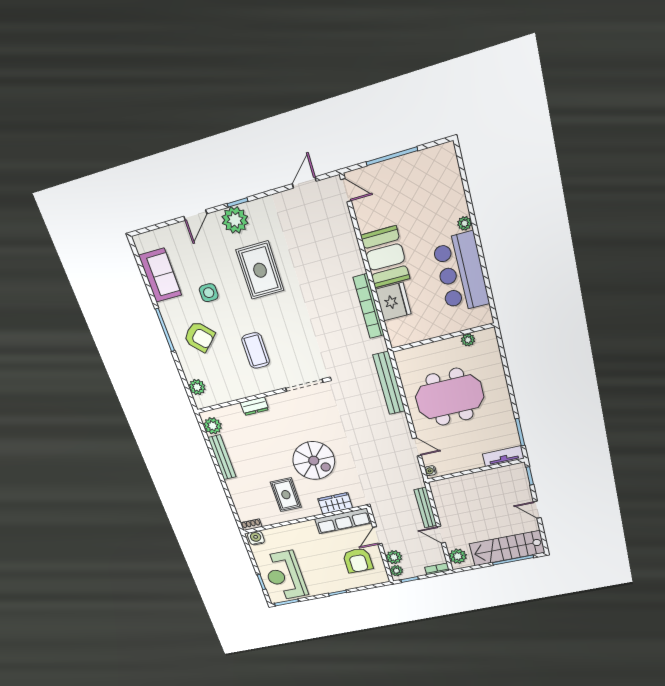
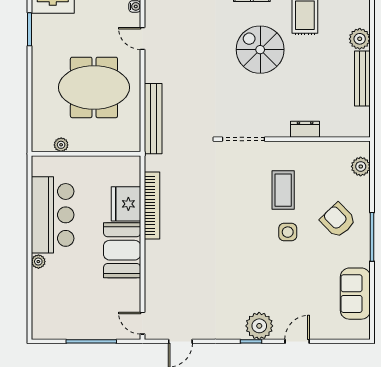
rug: (260, 270) -> (251, 271), removed
side table: (209, 293) -> (288, 232), moved
plant: (213, 426) -> (360, 39), moved

